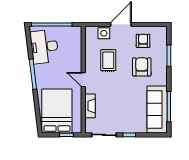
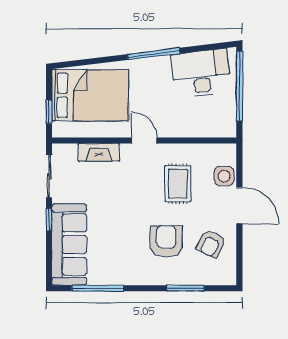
armchair: (143, 41) -> (211, 244), turned 117
rug: (108, 60) -> (178, 184), turned 90
armchair: (142, 67) -> (166, 241), turned -90
door: (83, 80) -> (144, 141), hinge flipped
sofa: (157, 110) -> (69, 245), moved, turned 90

